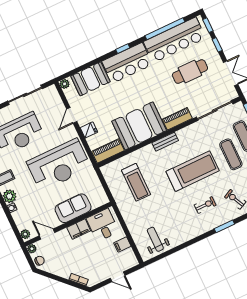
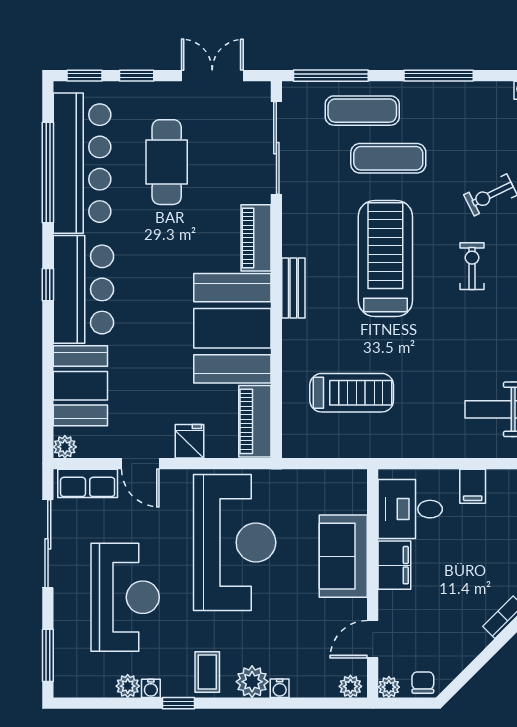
row of seats: (55, 99) -> (88, 483), added

